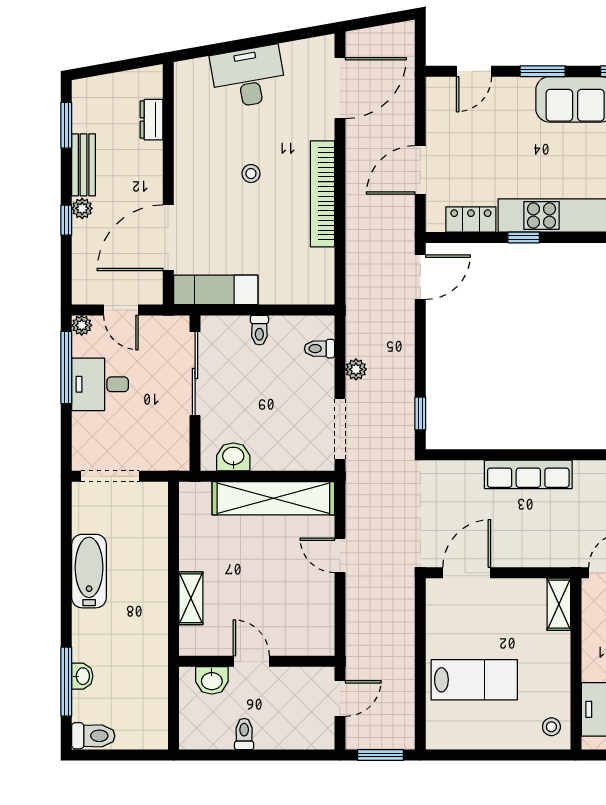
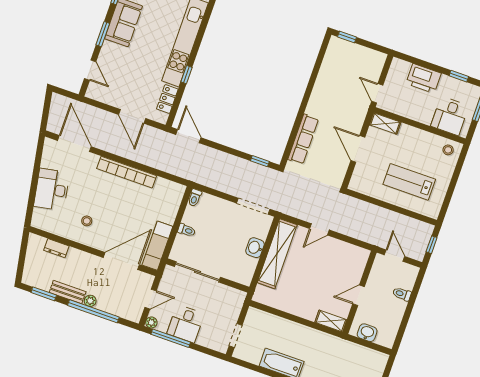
stool: (251, 174) -> (87, 221), moved
window: (66, 220) -> (93, 311), width x3.17
door: (168, 238) -> (121, 261), swing flipped
toilet: (319, 349) -> (195, 198), moved
plant: (356, 369) -> (225, 187), removed
washbasin: (233, 457) -> (255, 248), moved
row of seats: (528, 474) -> (303, 139), moved
doorway: (110, 476) -> (236, 335), width x0.73
door: (467, 573) -> (358, 149), moved
shelving: (191, 598) -> (331, 321), moved
washbasin: (212, 680) -> (367, 333), moved, turned -90
lab bench: (474, 680) -> (409, 182), turned -90
toilet: (244, 734) -> (402, 294), moved
window: (380, 755) -> (432, 245), width x0.67

